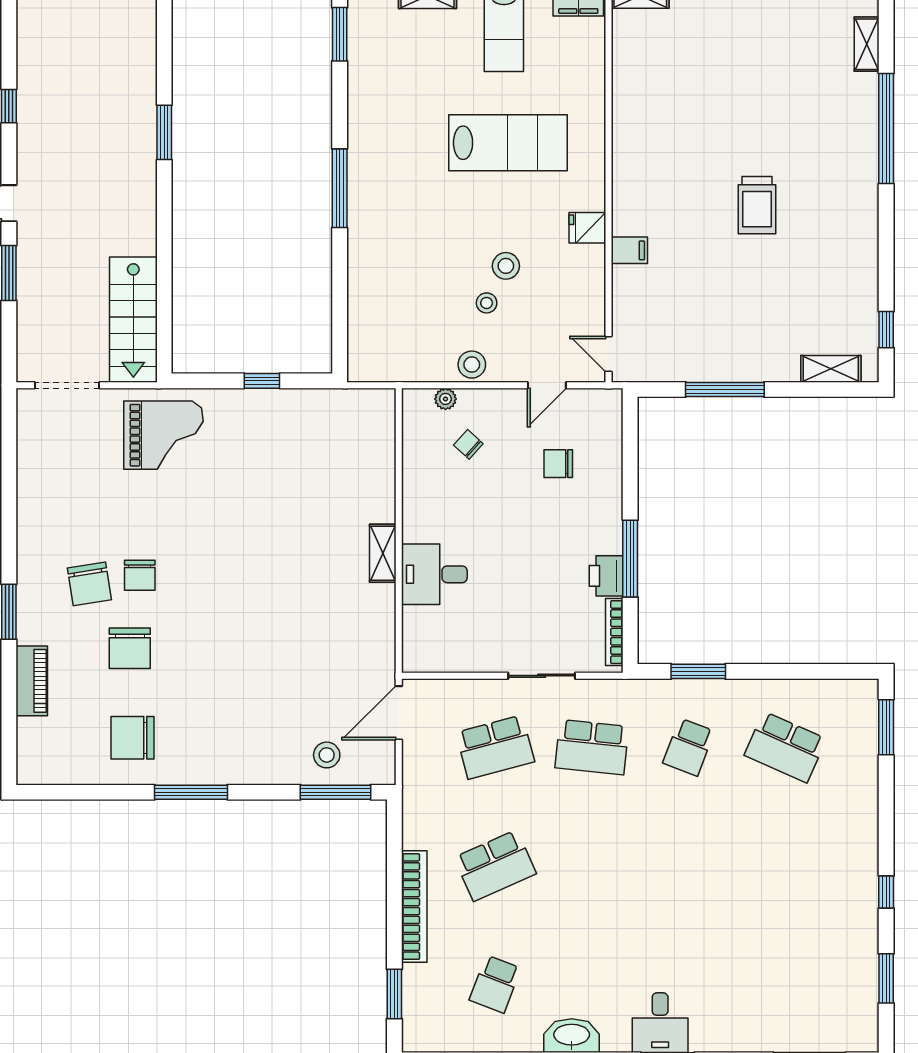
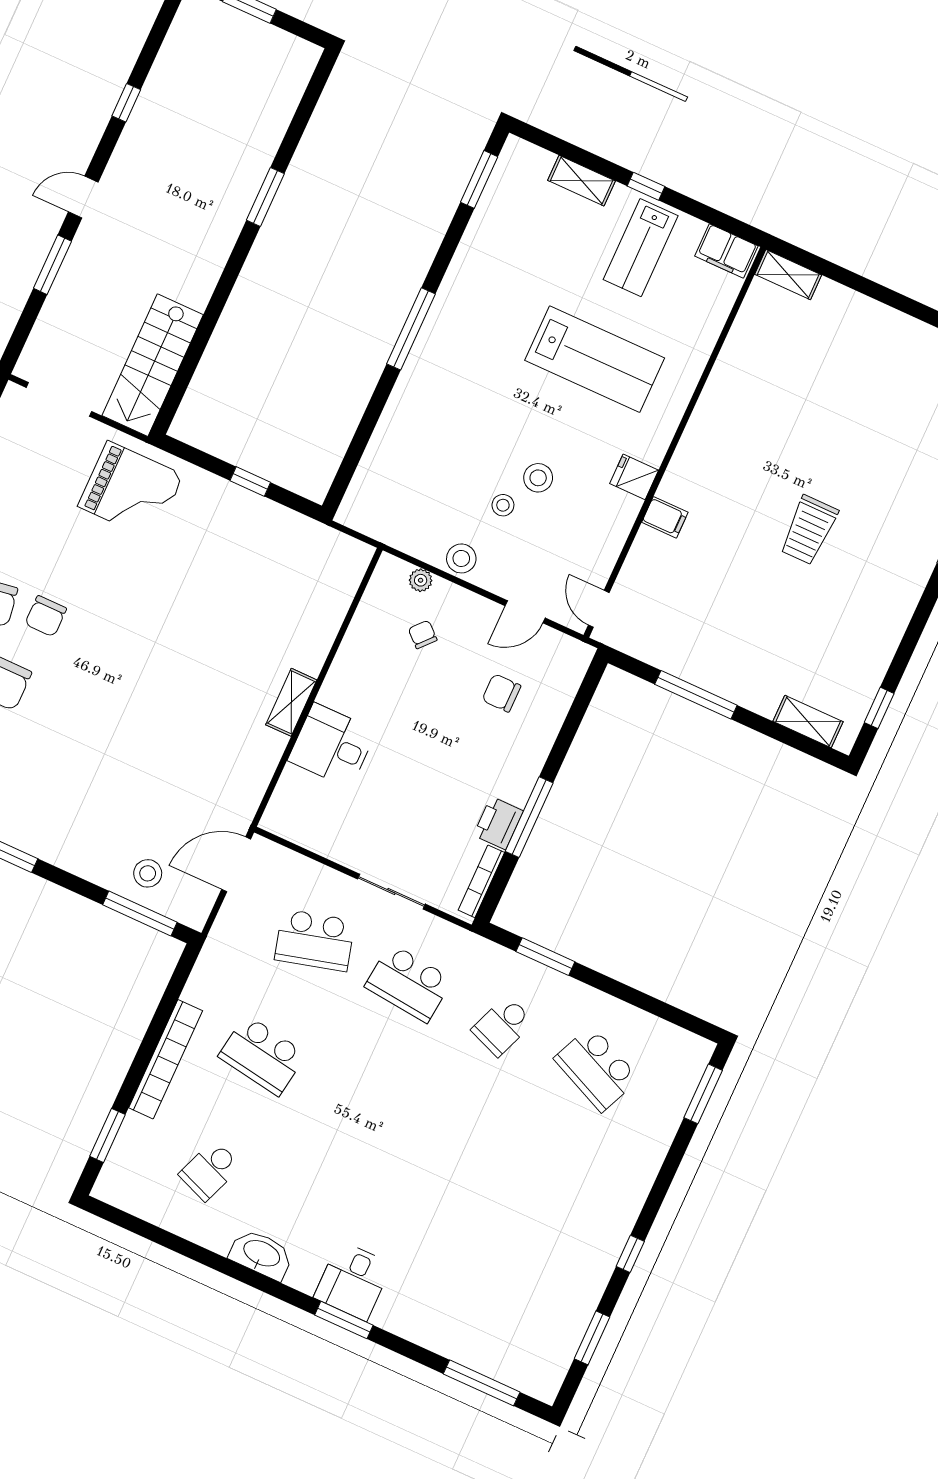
school desk: (495, 866) -> (262, 1055), turned 33

